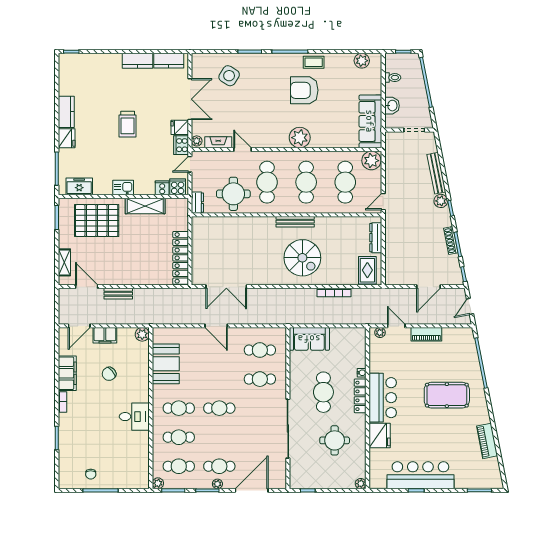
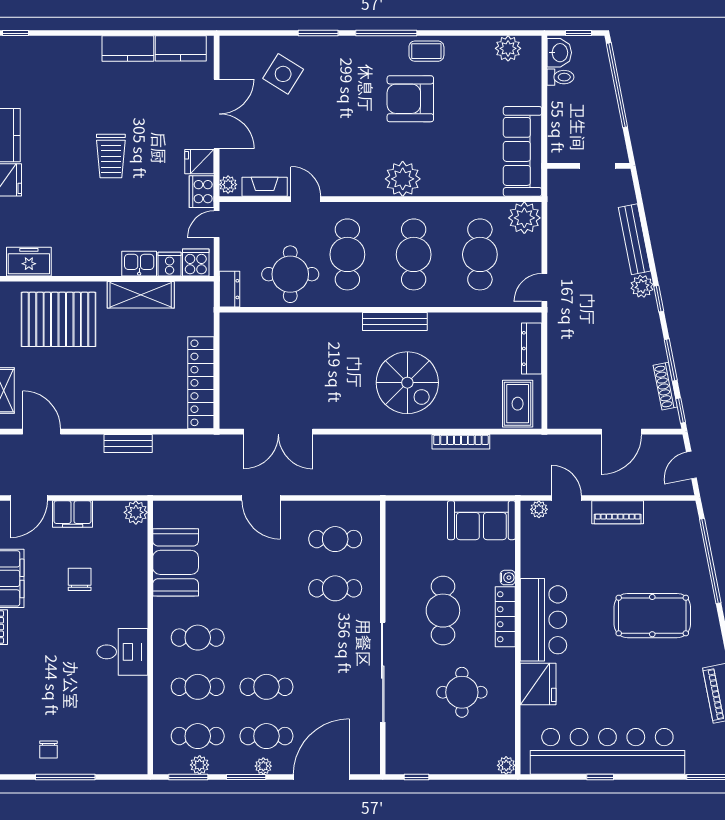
washbasin: (392, 106) -> (559, 53), moved
kitchen sink: (123, 188) -> (139, 264), moved
shoe rack: (451, 240) -> (665, 386), moved
bench: (118, 294) -> (128, 443), moved
sofa: (309, 339) -> (481, 520), moved
chair: (109, 374) -> (80, 579), turned 131
cafe table: (219, 408) -> (266, 687), moved
bar counter: (420, 475) -> (607, 751), width x1.36
plant: (158, 483) -> (200, 765), moved

